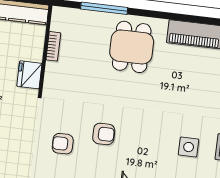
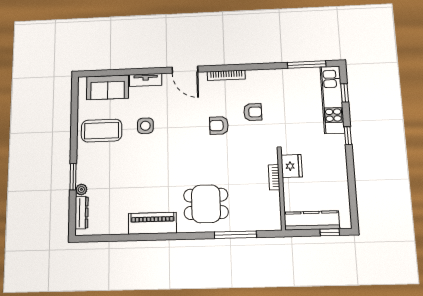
bookcase: (53, 46) -> (274, 177), moved
dining table: (132, 47) -> (206, 204), turned 90

